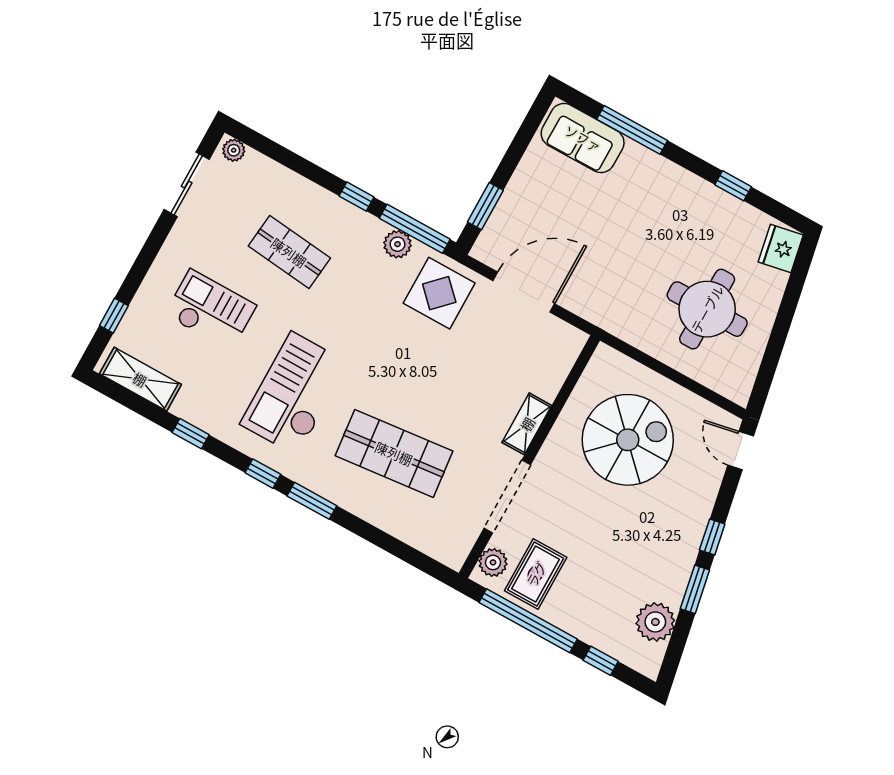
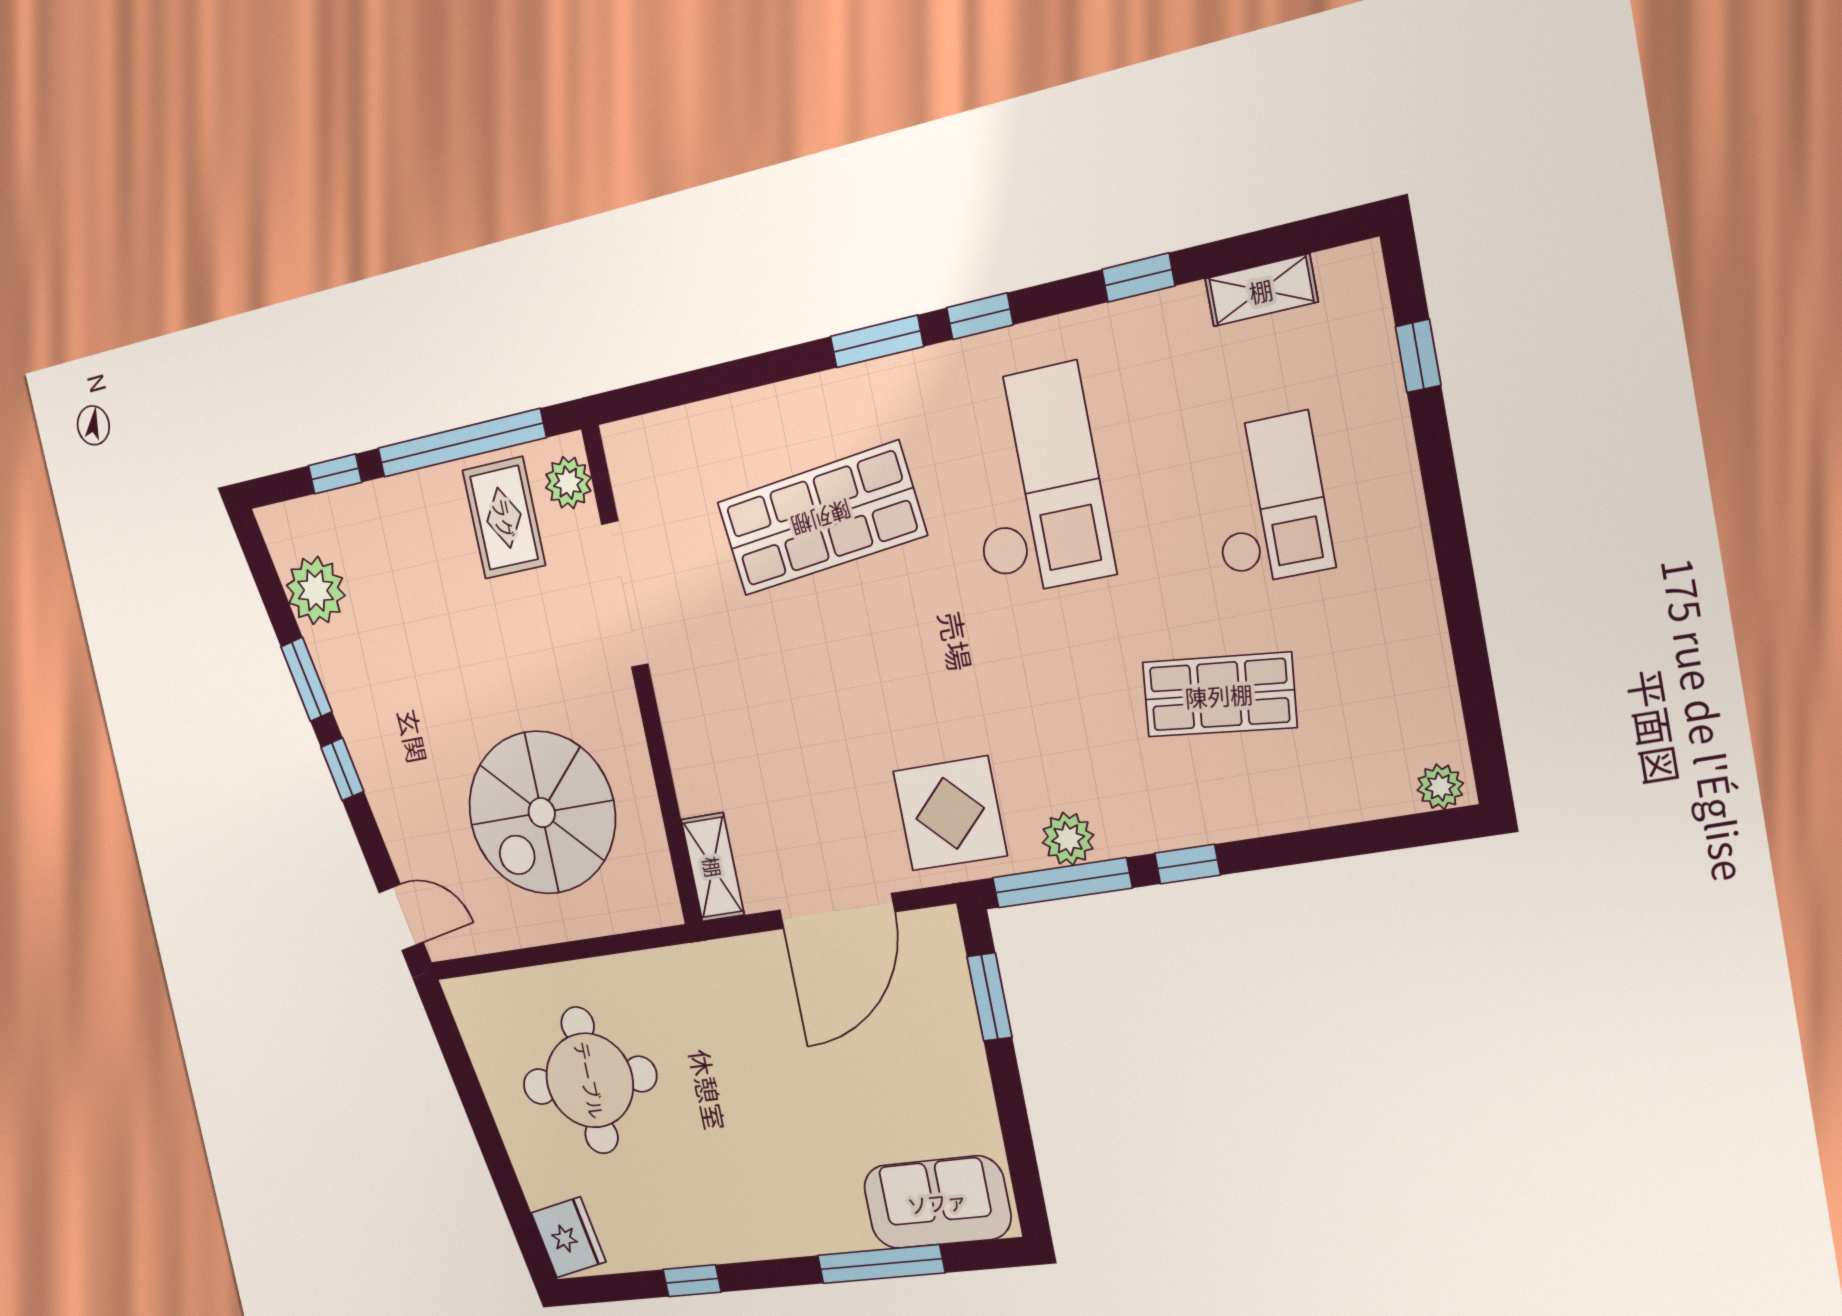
sliding door: (187, 185) -> (1473, 670), removed
checkout: (211, 310) -> (1268, 500), turned -90
shelving: (140, 379) -> (1261, 290), width x0.67, depth x0.75
shelving: (527, 424) -> (713, 867), moved

